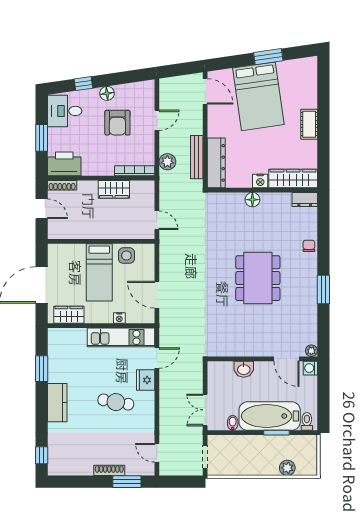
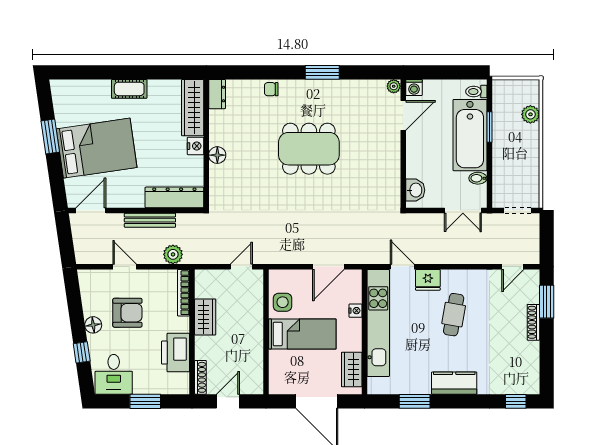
bench: (197, 157) -> (150, 220), moved
printer: (64, 164) -> (176, 353), moved
kitchen unit: (121, 337) -> (378, 323), width x1.36
washbasin: (244, 369) -> (415, 190), moved

